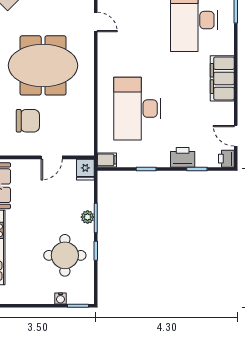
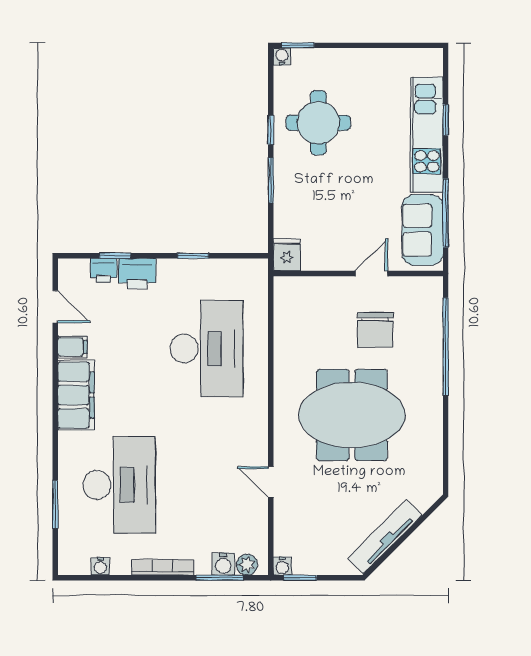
chair: (28, 121) -> (375, 330), turned -90
door: (52, 157) -> (371, 274), moved
printer: (226, 159) -> (103, 270), moved, turned 90
filing cabinet: (107, 160) -> (72, 347), moved, turned 180
plant: (88, 217) -> (283, 182), removed
water cooler: (60, 298) -> (282, 57), moved

